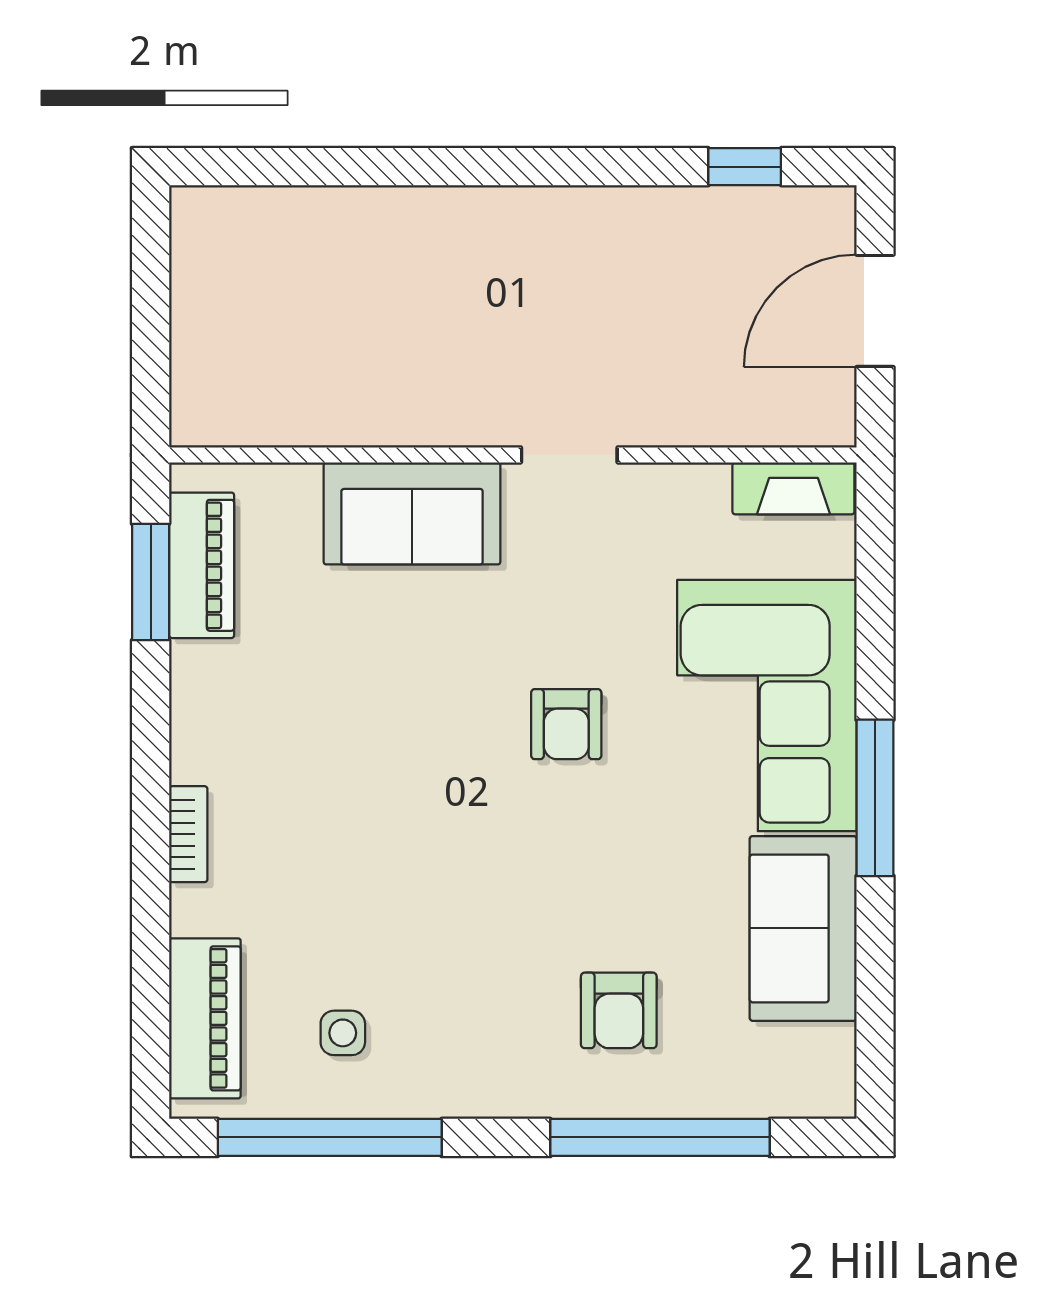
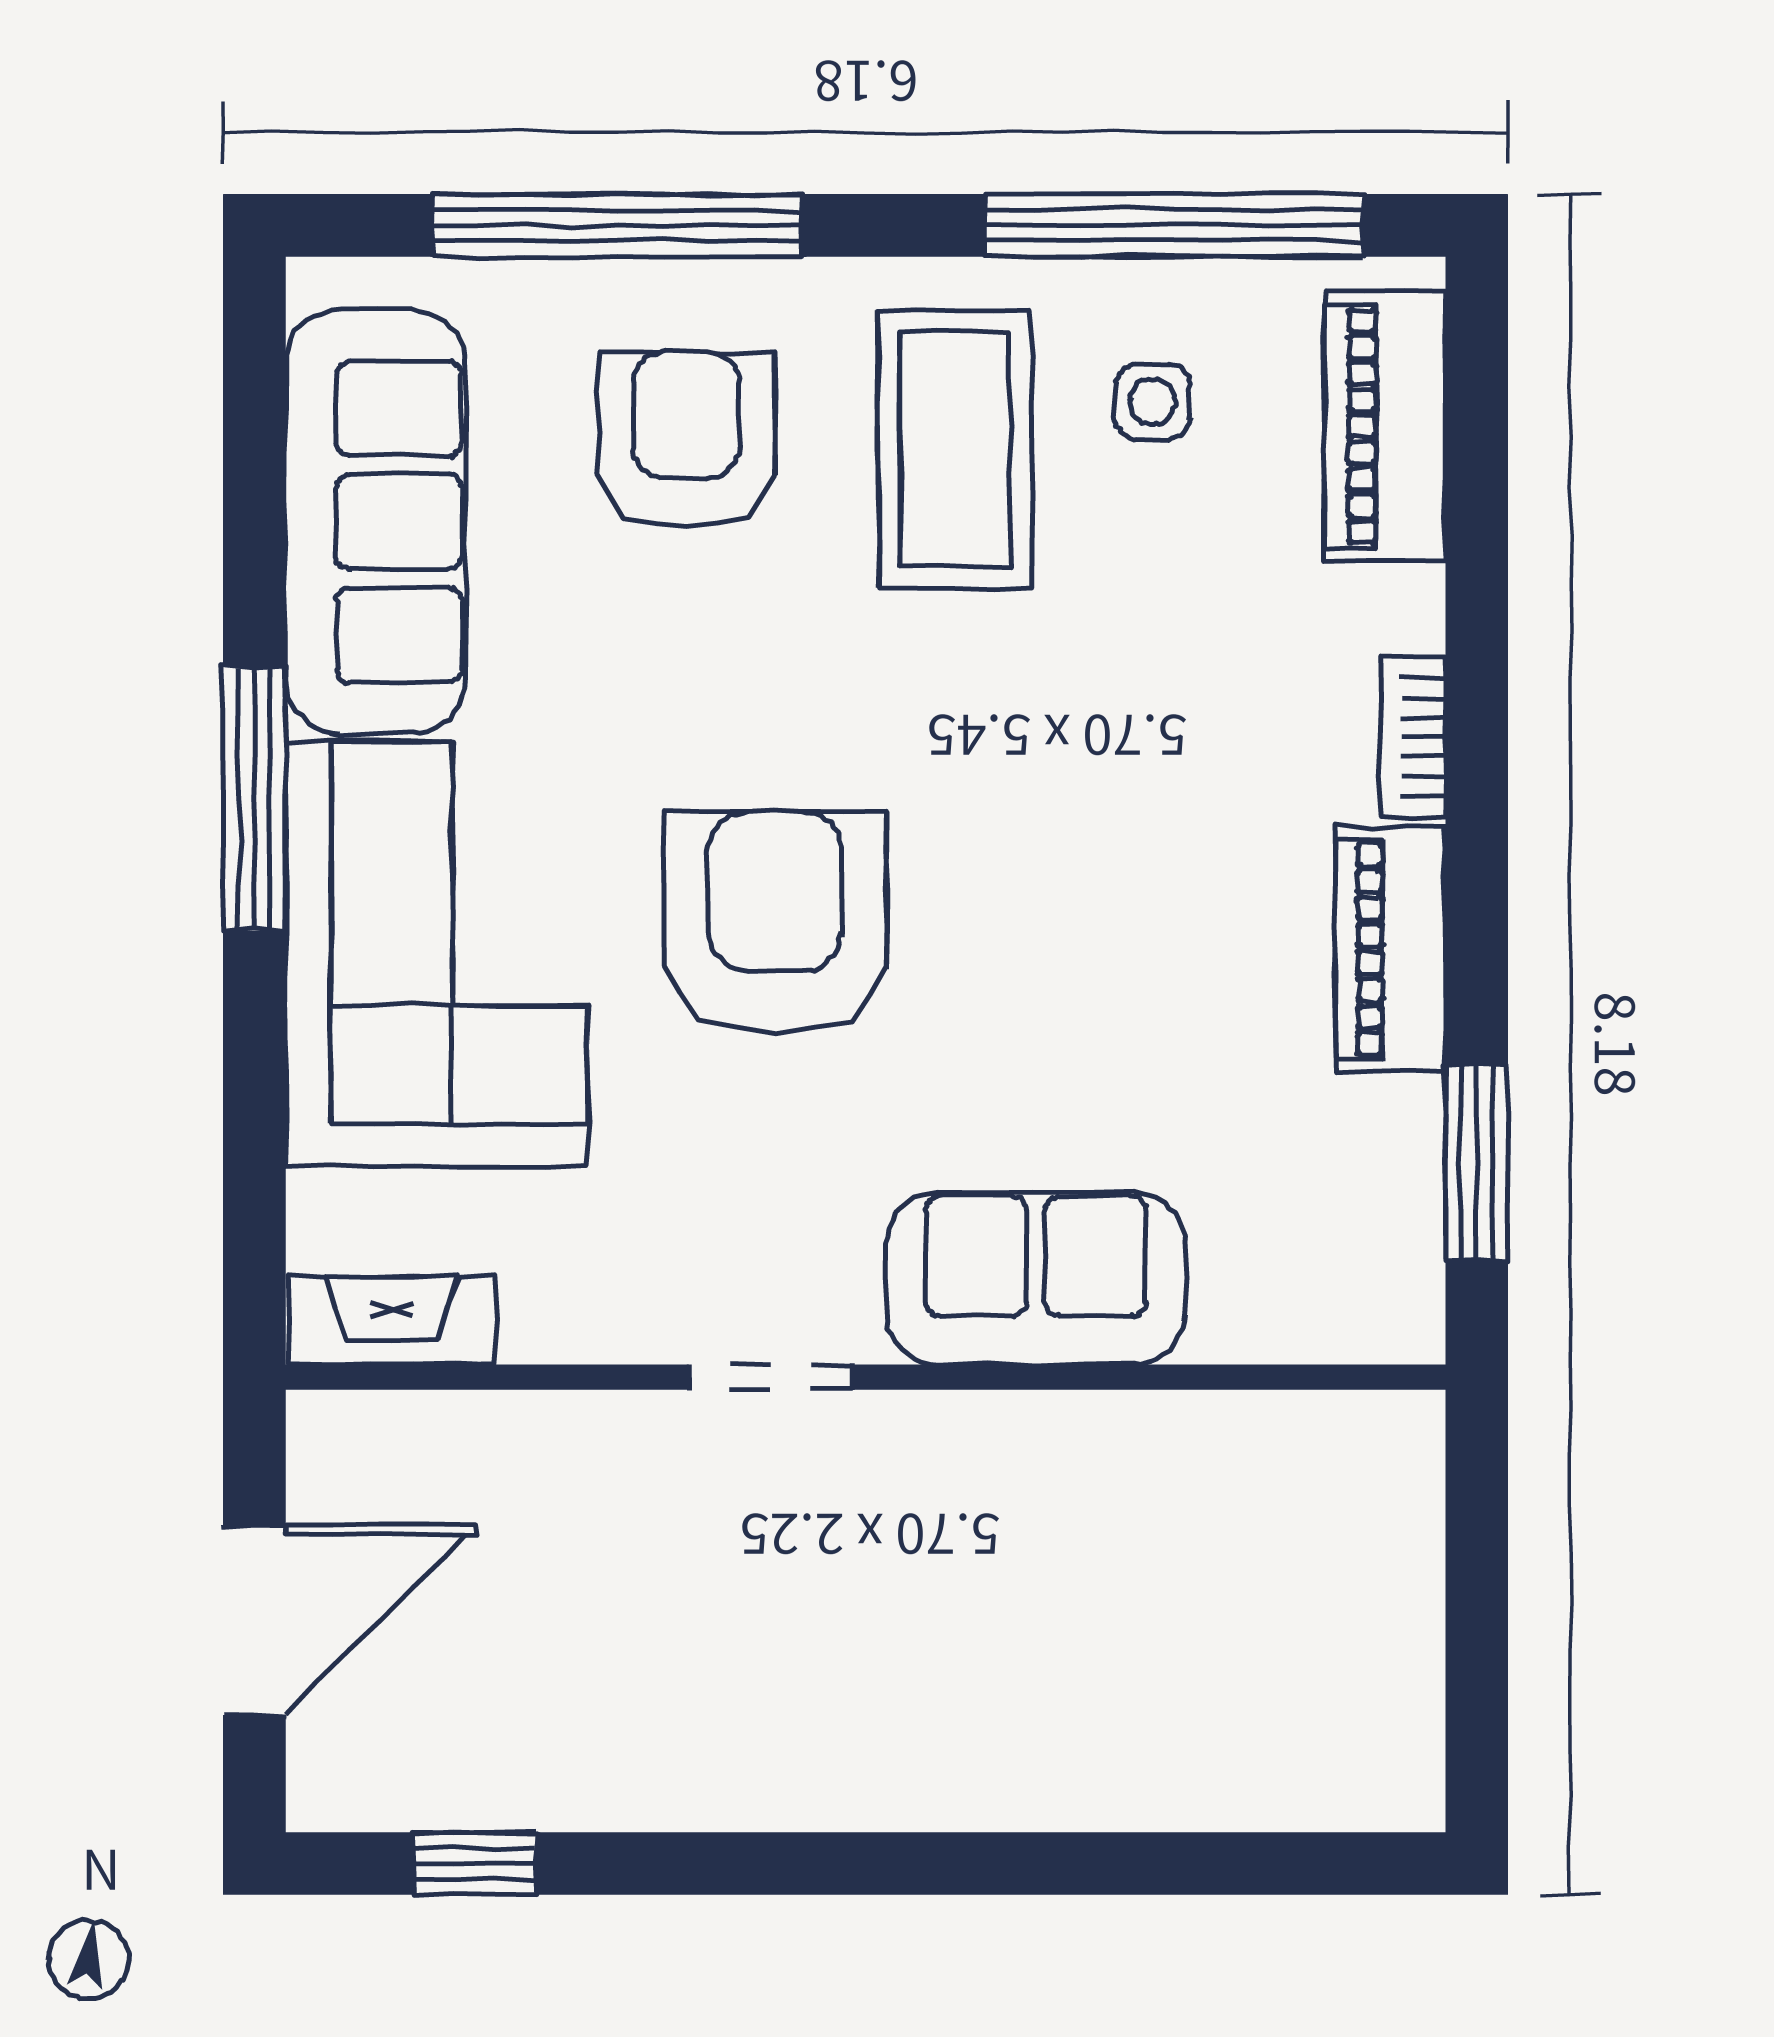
piano: (202, 565) -> (1391, 949), moved
armchair: (566, 724) -> (775, 923), width x1.88, depth x1.88
sofa: (803, 928) -> (376, 522), width x1.36
coffee table: (460, 1005) -> (955, 449), added
armchair: (619, 1010) -> (687, 440), width x1.38, depth x1.38

